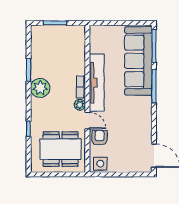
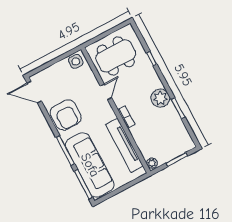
tv unit: (97, 83) -> (124, 145), moved
plant: (80, 105) -> (152, 163), moved
door: (87, 121) -> (106, 92), swing flipped
armchair: (100, 138) -> (66, 115), moved, width x1.88, depth x1.88

